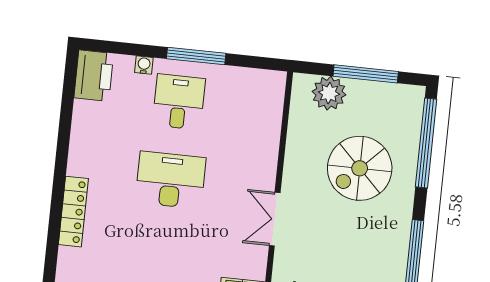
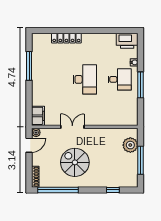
window: (426, 143) -> (113, 190), width x0.32
spiral stairs: (360, 168) -> (75, 162), moved

